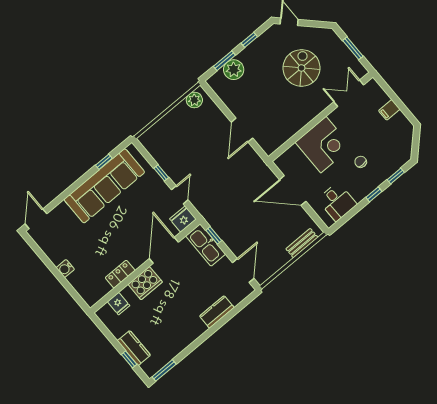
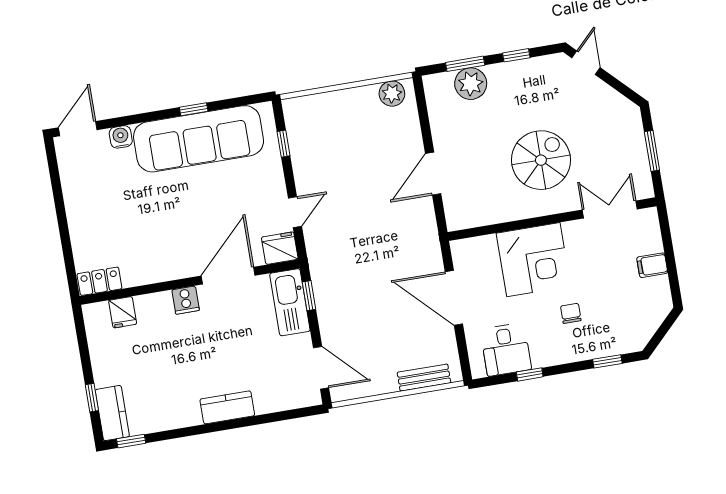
spiral stairs: (301, 68) -> (541, 160), moved
window: (104, 162) -> (194, 109), moved
window: (161, 173) -> (284, 144), moved
window: (374, 194) -> (530, 374), moved
water cooler: (65, 269) -> (121, 137), moved, turned 90
door: (243, 271) -> (321, 368), hinge flipped
locker: (120, 274) -> (99, 281), moved
cooker: (145, 283) -> (186, 300), width x0.53, depth x0.76
kitchen counter: (217, 312) -> (227, 407), moved
kitchen counter: (134, 348) -> (112, 413), moved
window: (164, 370) -> (131, 441), width x0.67

